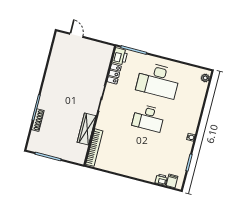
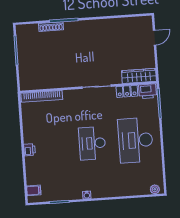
wardrobe: (87, 129) -> (139, 76), moved
printer: (161, 179) -> (30, 150), moved

